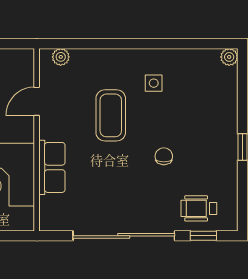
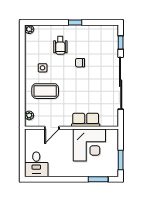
door: (37, 101) -> (52, 128), hinge flipped
coffee table: (111, 115) -> (45, 91), moved
wheelchair: (199, 208) -> (60, 45), moved

